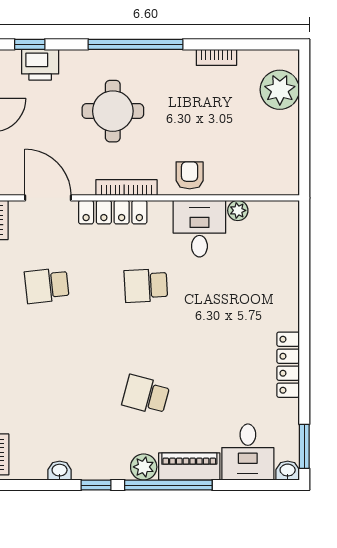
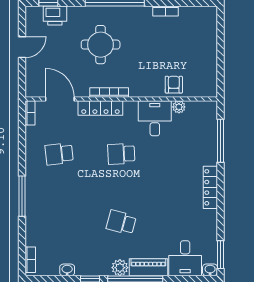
plant: (280, 90) -> (205, 31), removed
armchair: (190, 175) -> (174, 85), moved
window: (304, 265) -> (220, 141), added
locker: (288, 365) -> (210, 187), moved

